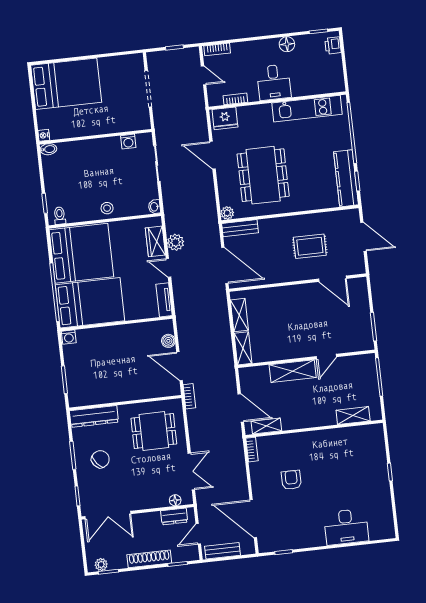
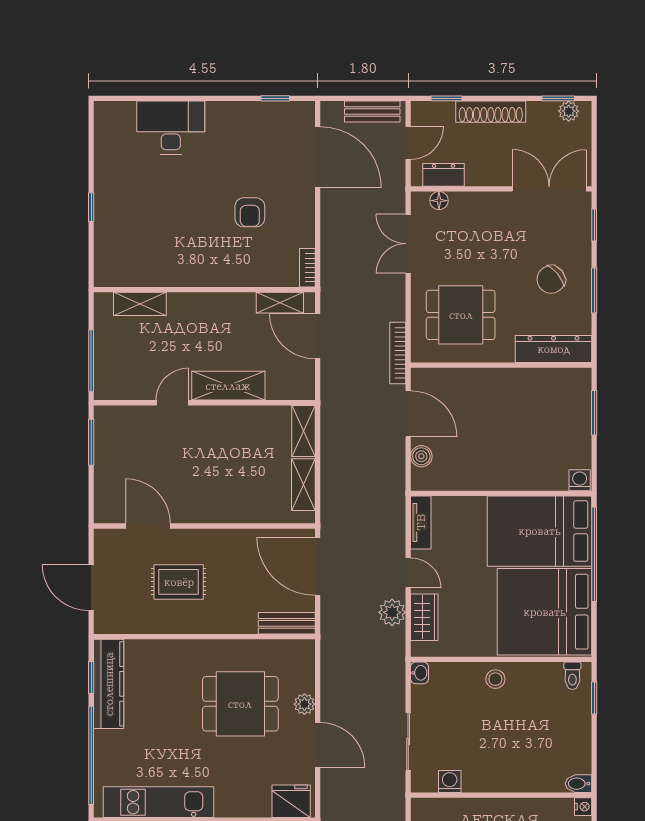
dining table: (263, 175) -> (240, 704), width x0.73
plant: (227, 213) -> (304, 704), moved
bookcase: (189, 396) -> (398, 353), width x1.56

